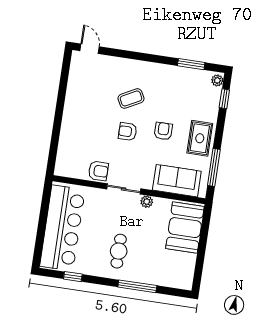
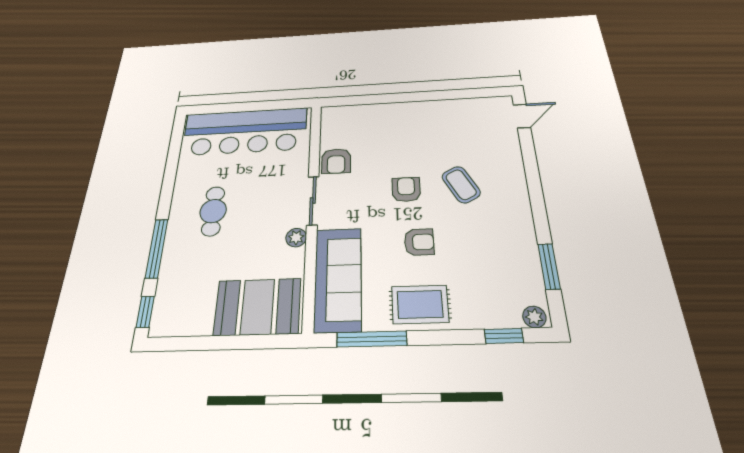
sofa: (177, 181) -> (338, 279), width x1.36
cafe table: (119, 251) -> (213, 211), turned 90
window: (73, 277) -> (145, 312), moved

